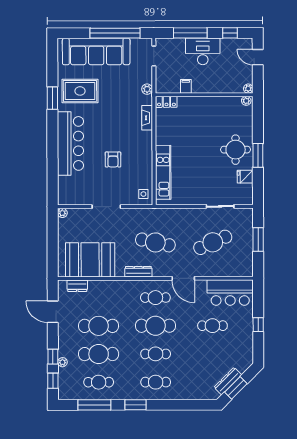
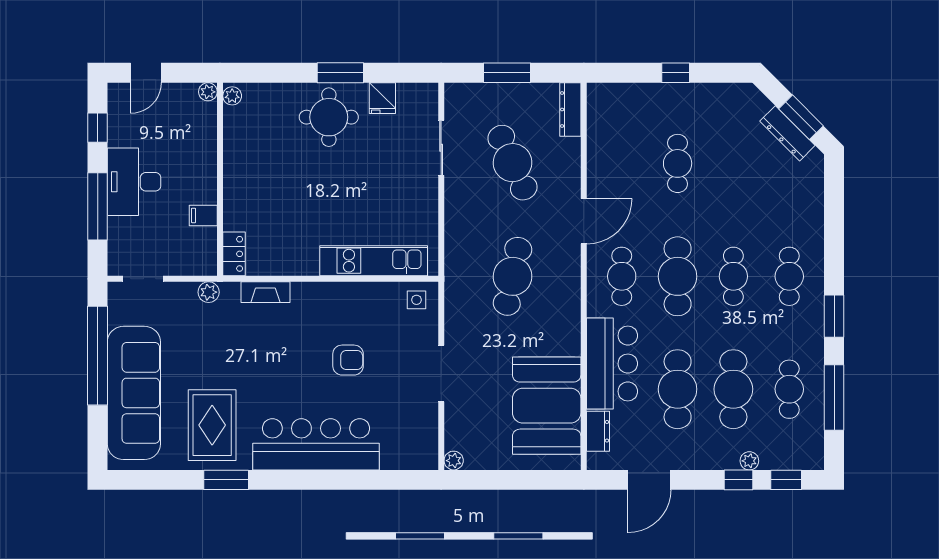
dresser: (138, 272) -> (570, 110), moved
bar counter: (230, 293) -> (612, 364), moved

